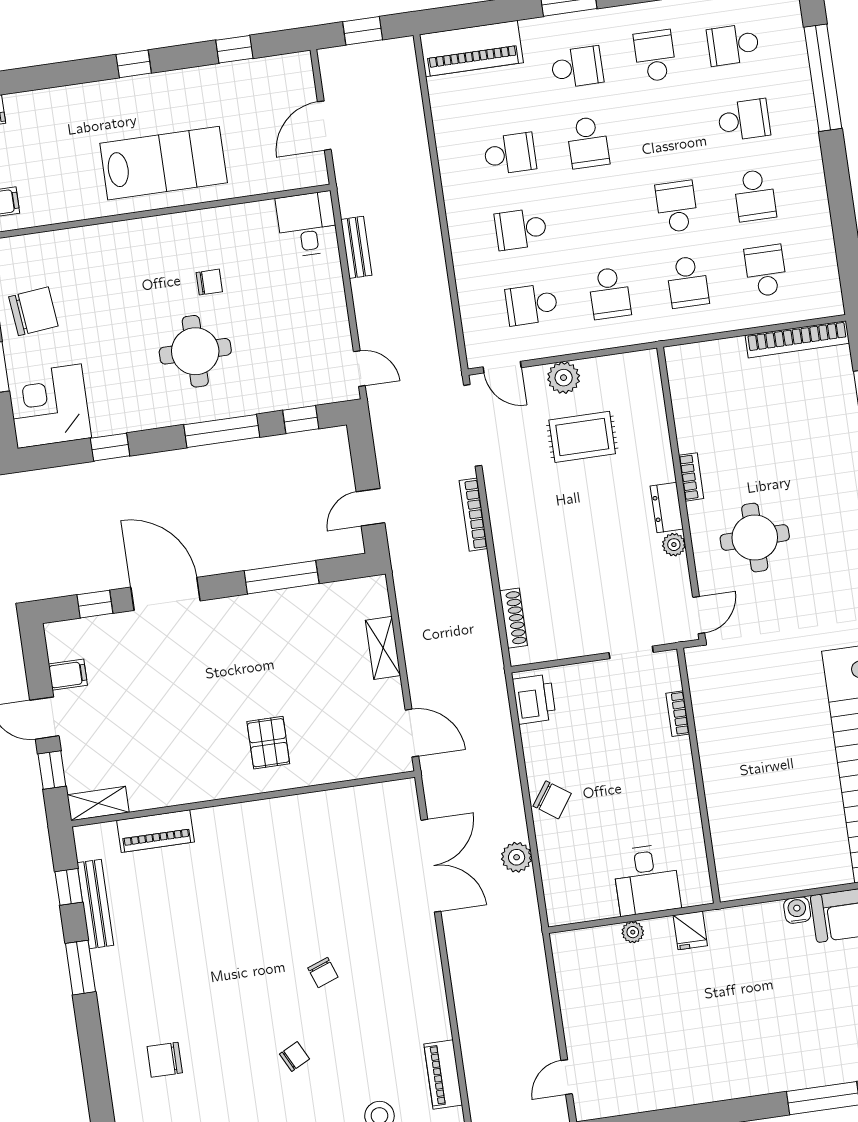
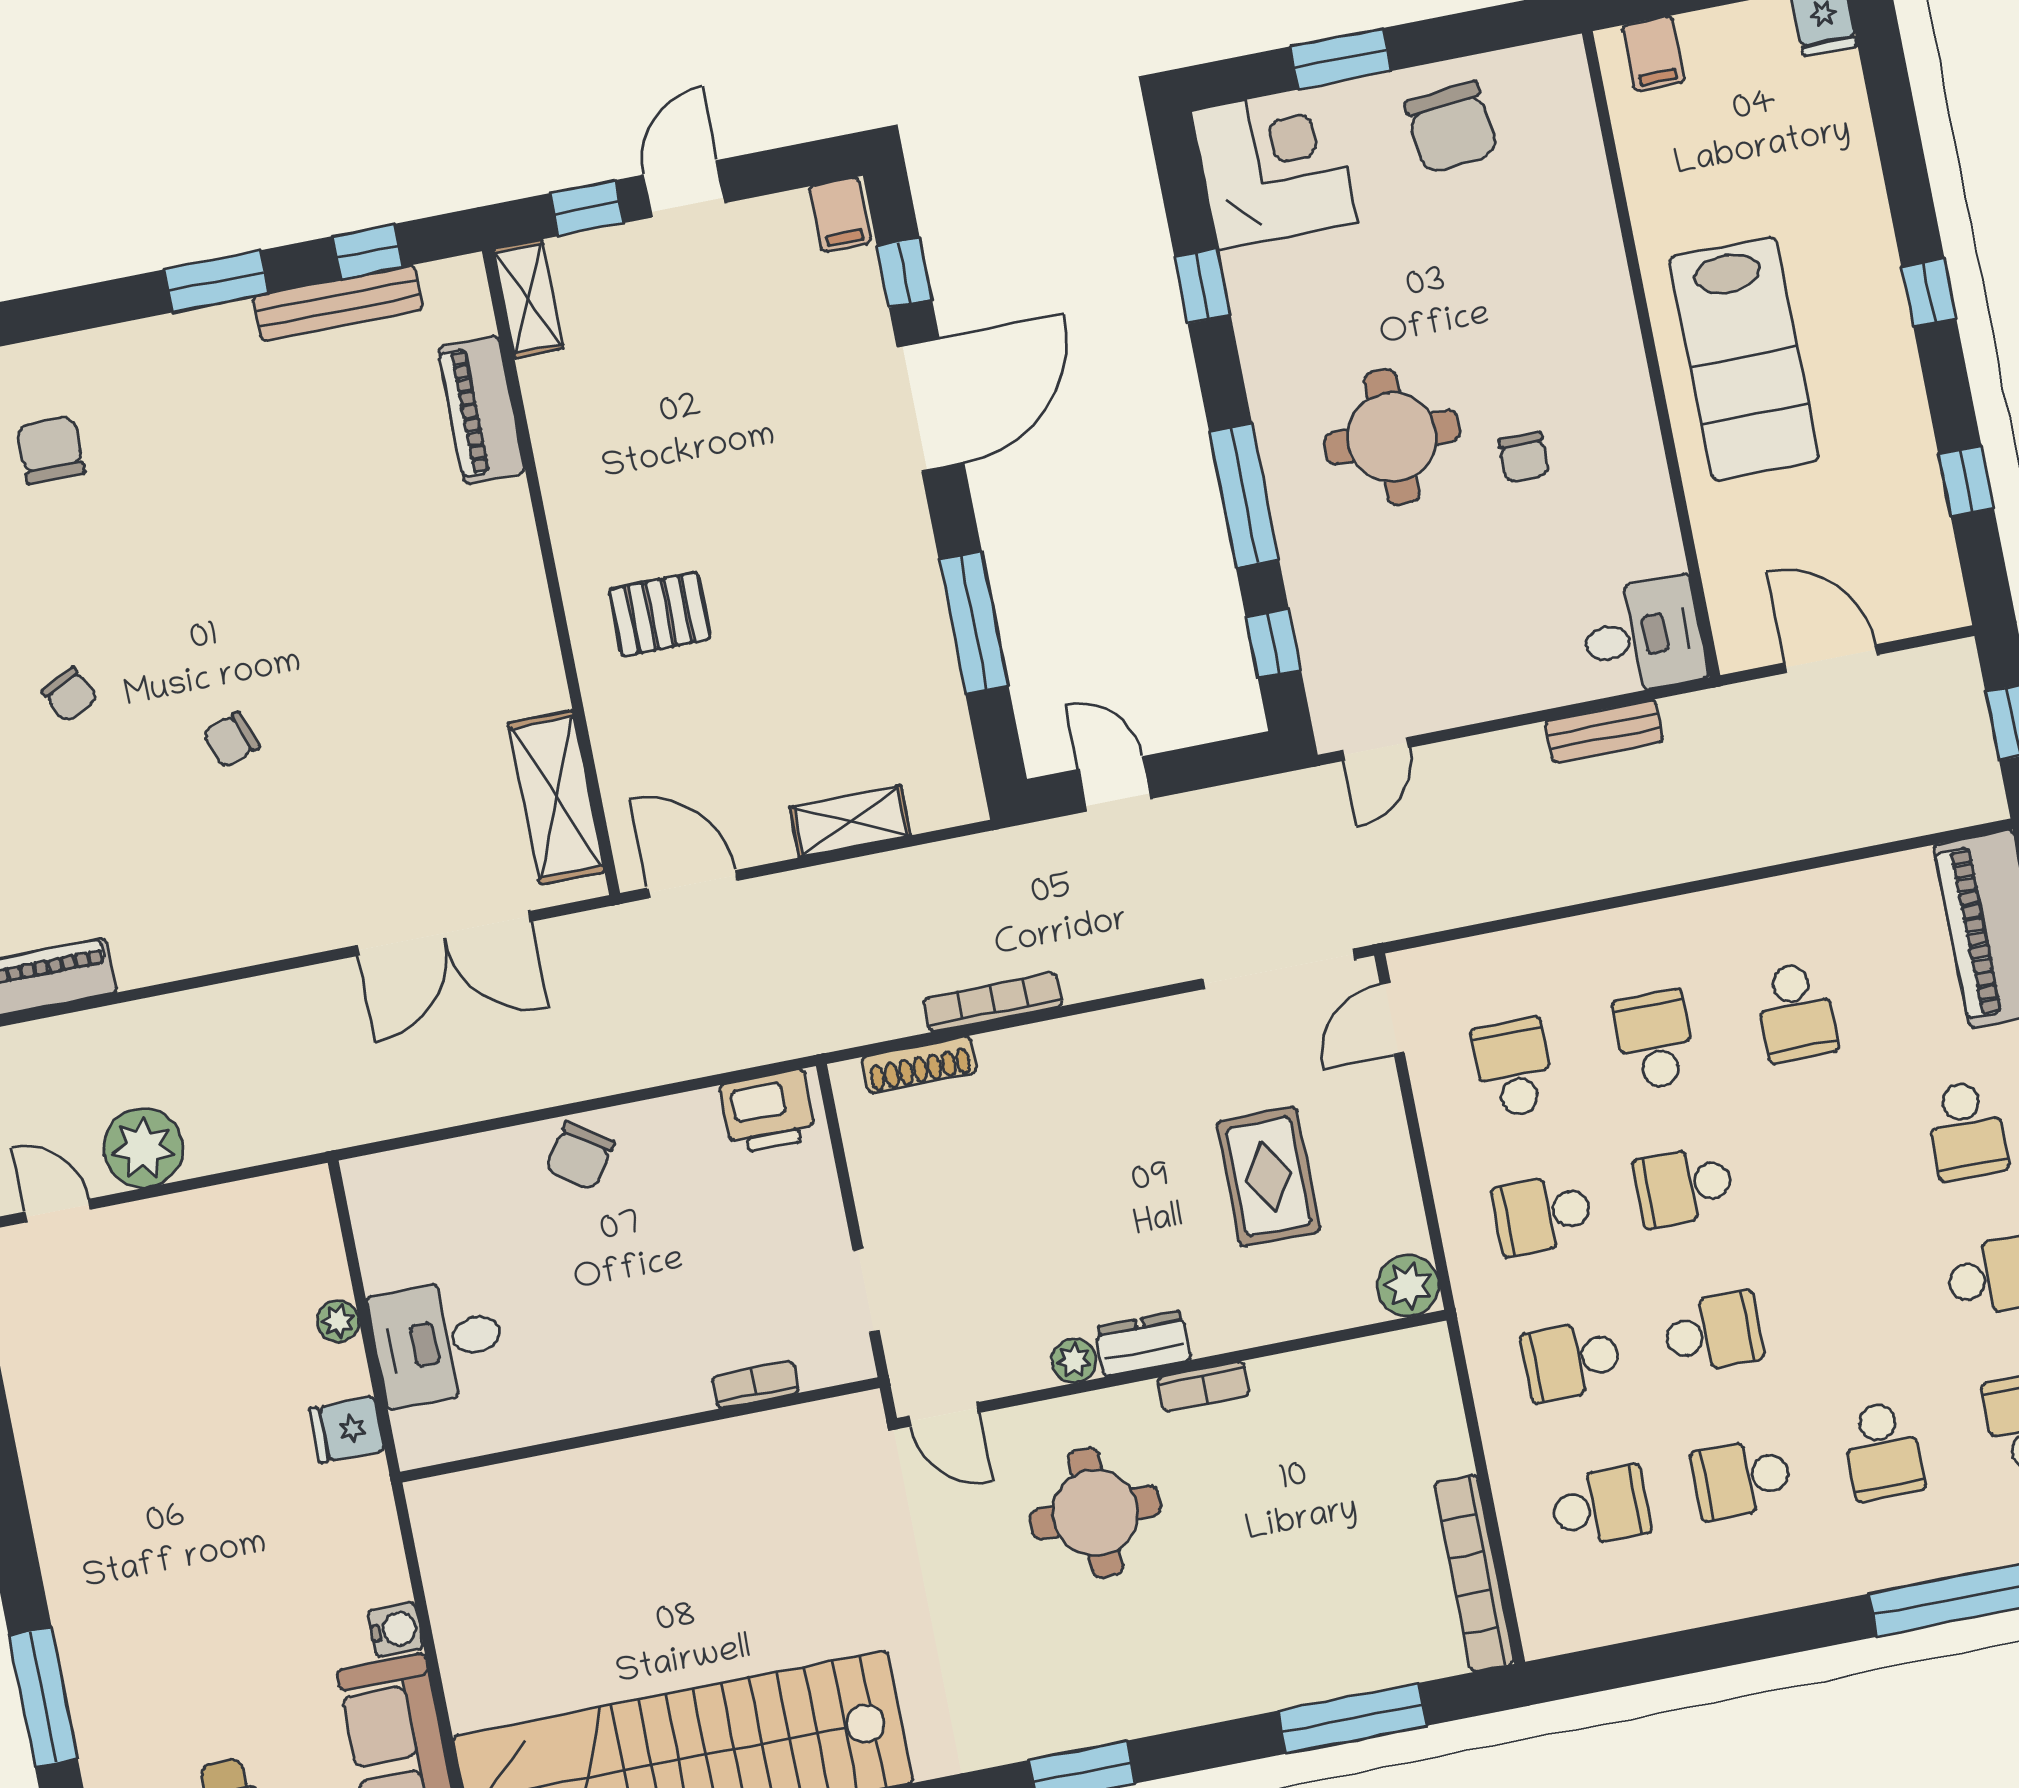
school desk: (588, 142) -> (1684, 1186), moved
plant: (564, 378) -> (1408, 1286), moved
bookcase: (473, 515) -> (993, 1002), moved
filing cabinet: (68, 675) -> (840, 215), moved
door: (412, 733) -> (692, 884), swing flipped
shelving: (362, 802) -> (556, 797), added
plant: (517, 857) -> (143, 1148), moved, width x1.36, depth x1.36

